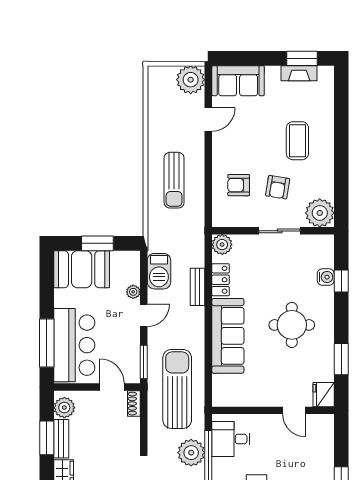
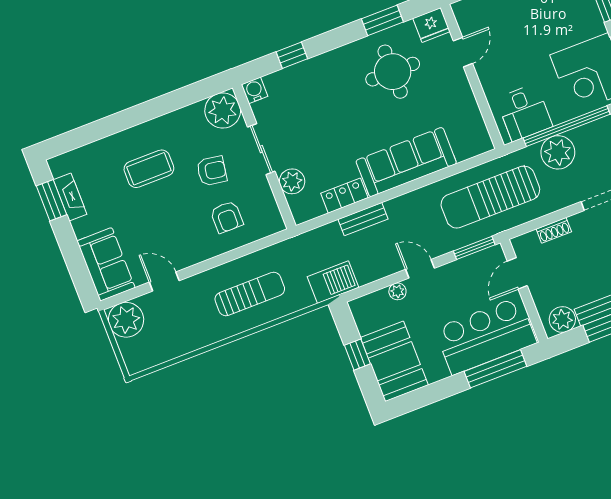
window: (97, 243) -> (357, 355), width x0.67
plant: (222, 245) -> (292, 181), moved
barbecue: (159, 271) -> (333, 282), moved
water cooler: (326, 277) -> (255, 90), moved
round table: (292, 325) -> (393, 72), moved
shoe rack: (134, 404) -> (554, 230), moved

